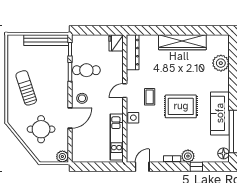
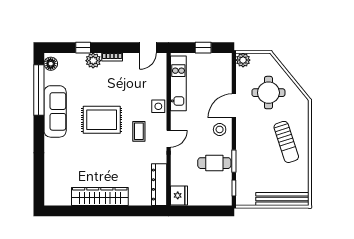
bench: (46, 40) -> (282, 199), moved
plant: (221, 63) -> (54, 172), removed
window: (96, 167) -> (203, 48), added

